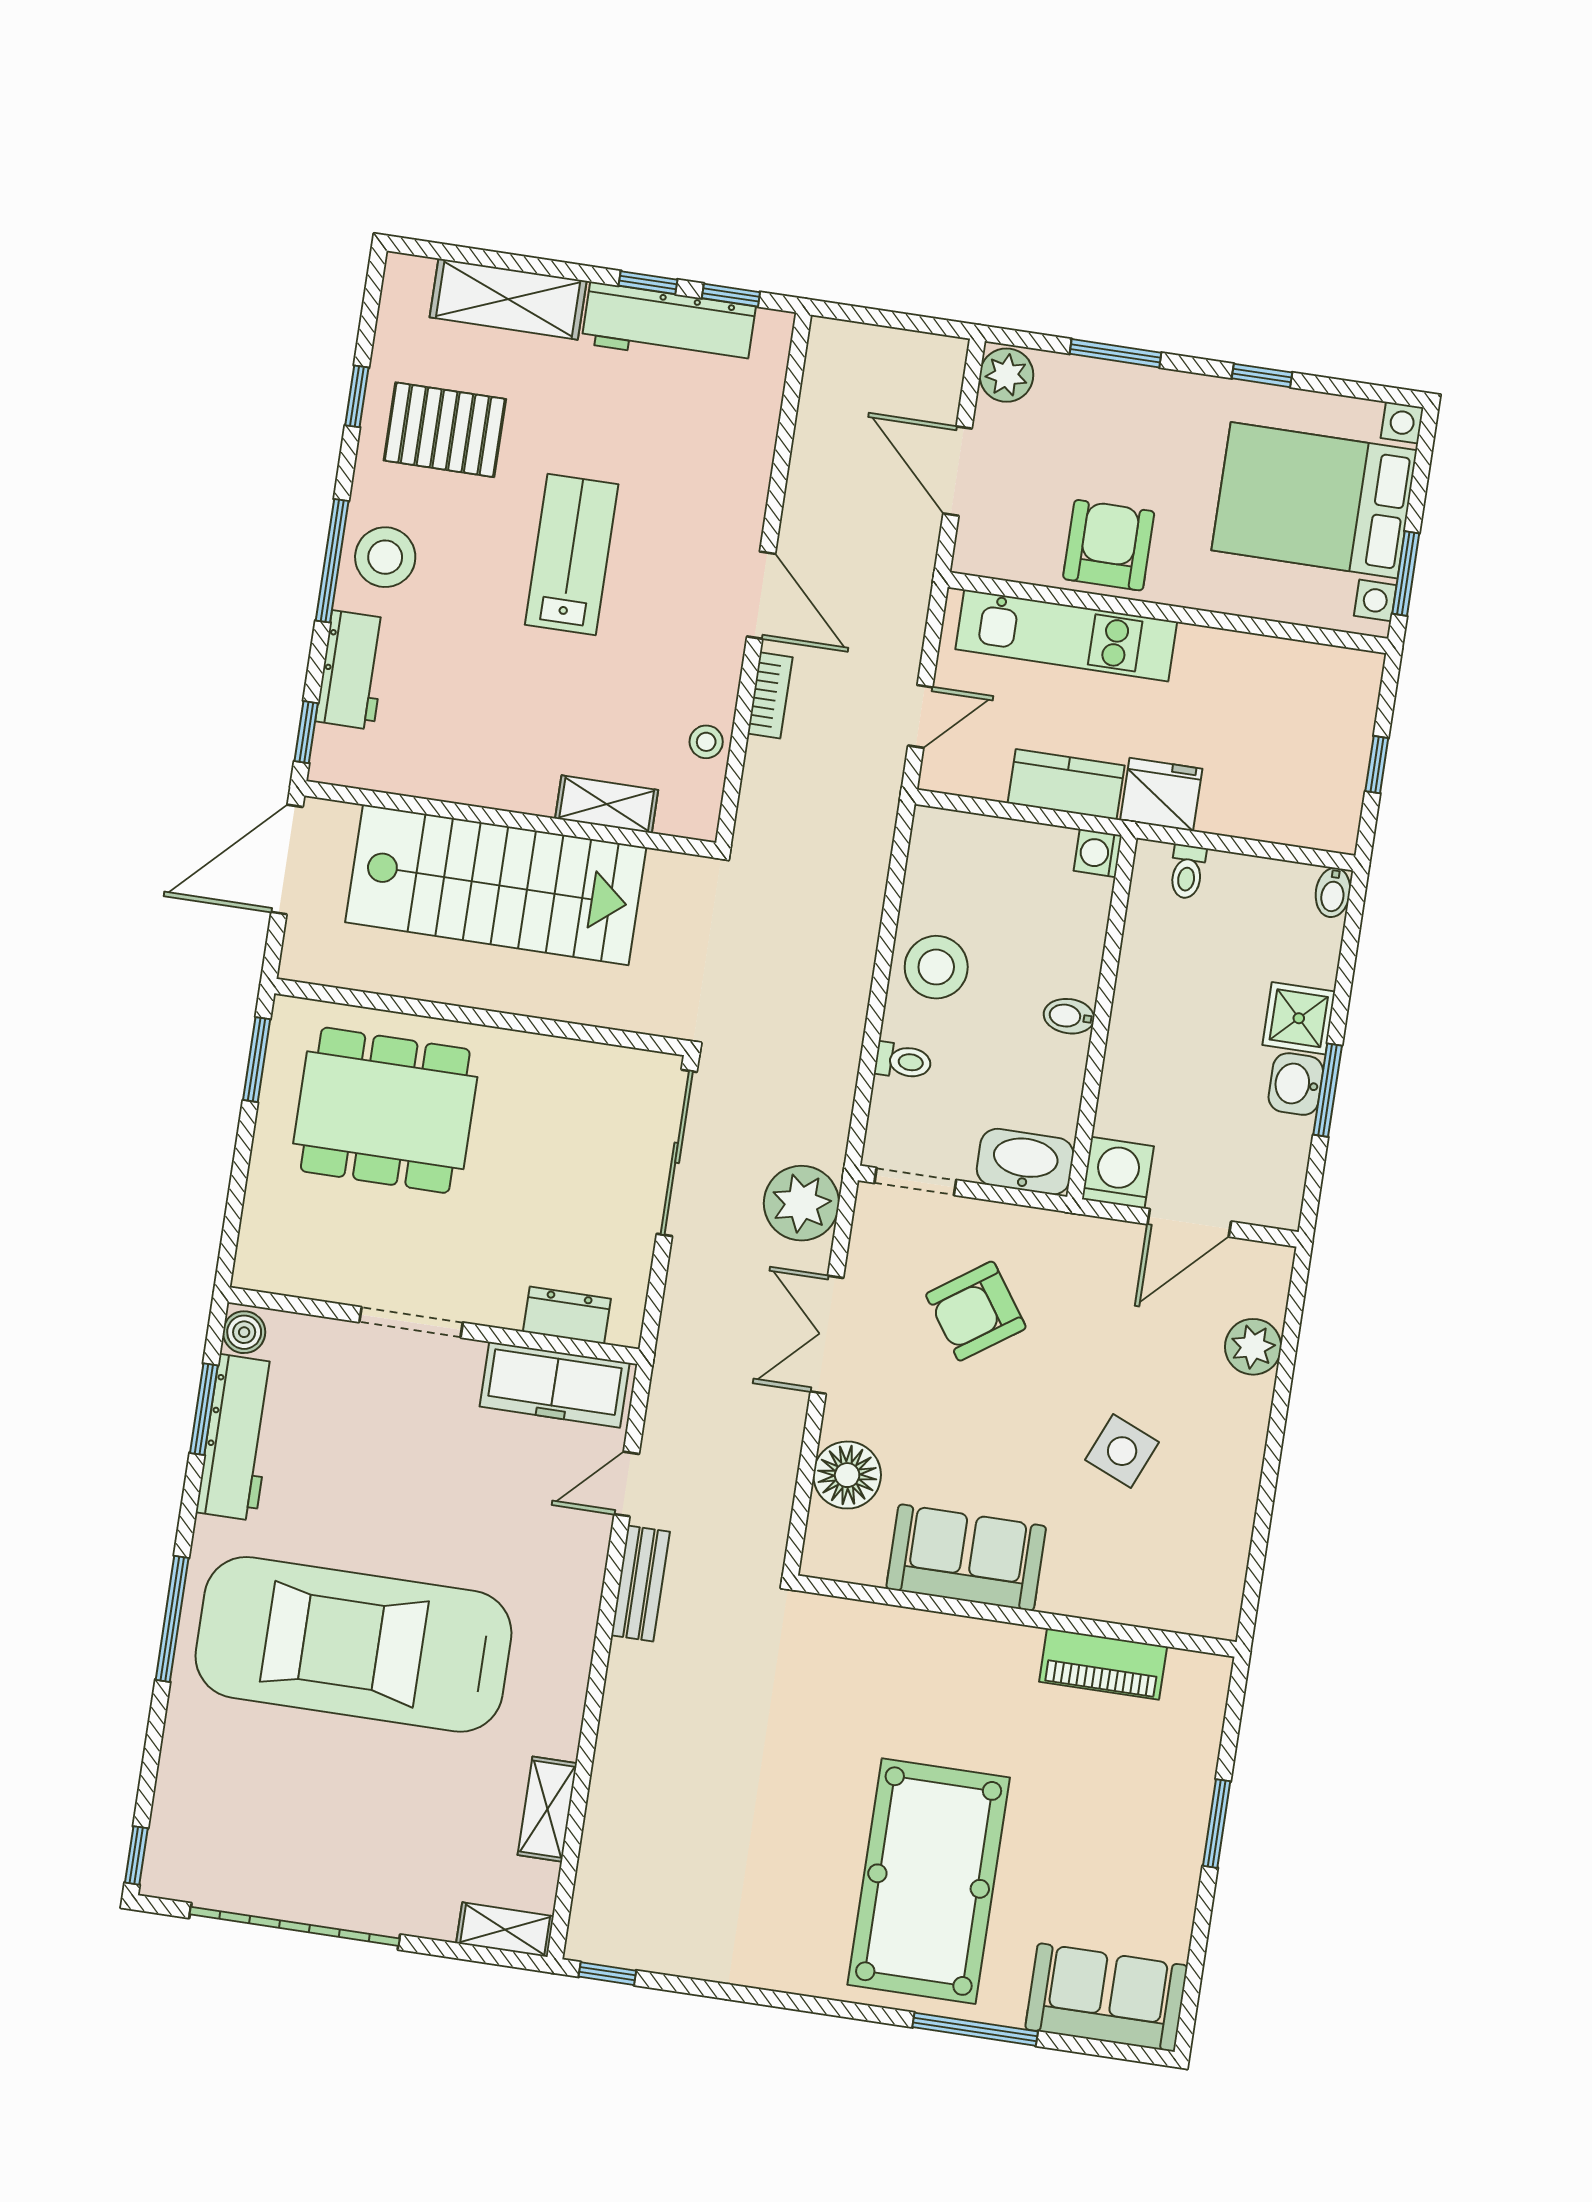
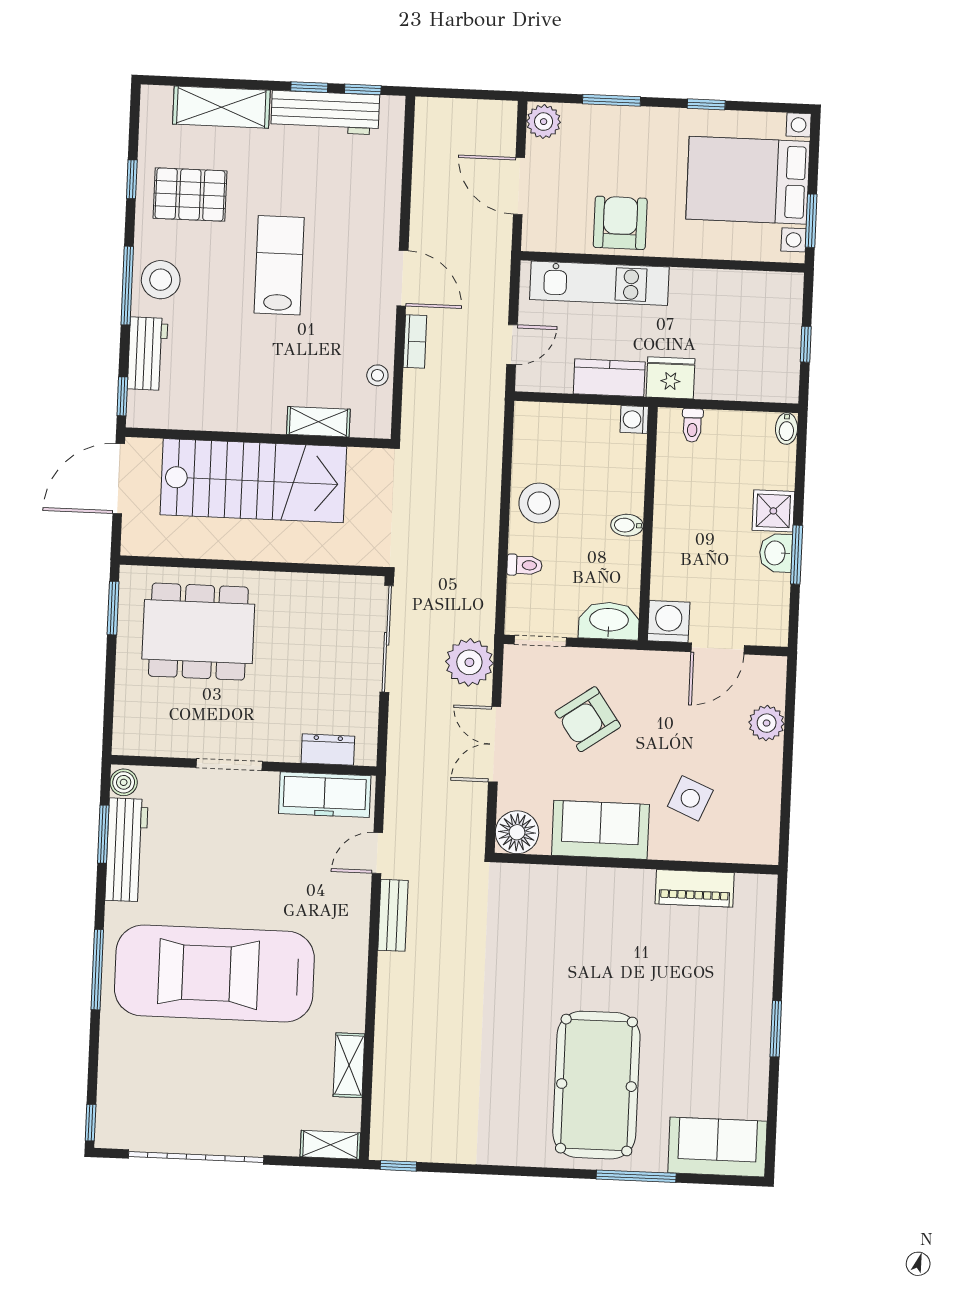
sofa: (966, 1558) -> (600, 830), moved
wall: (1016, 1616) -> (636, 864), moved
piano: (1103, 1664) -> (695, 888), moved

